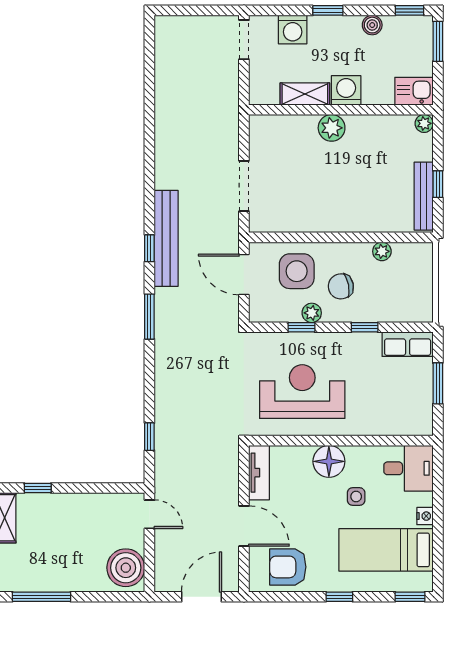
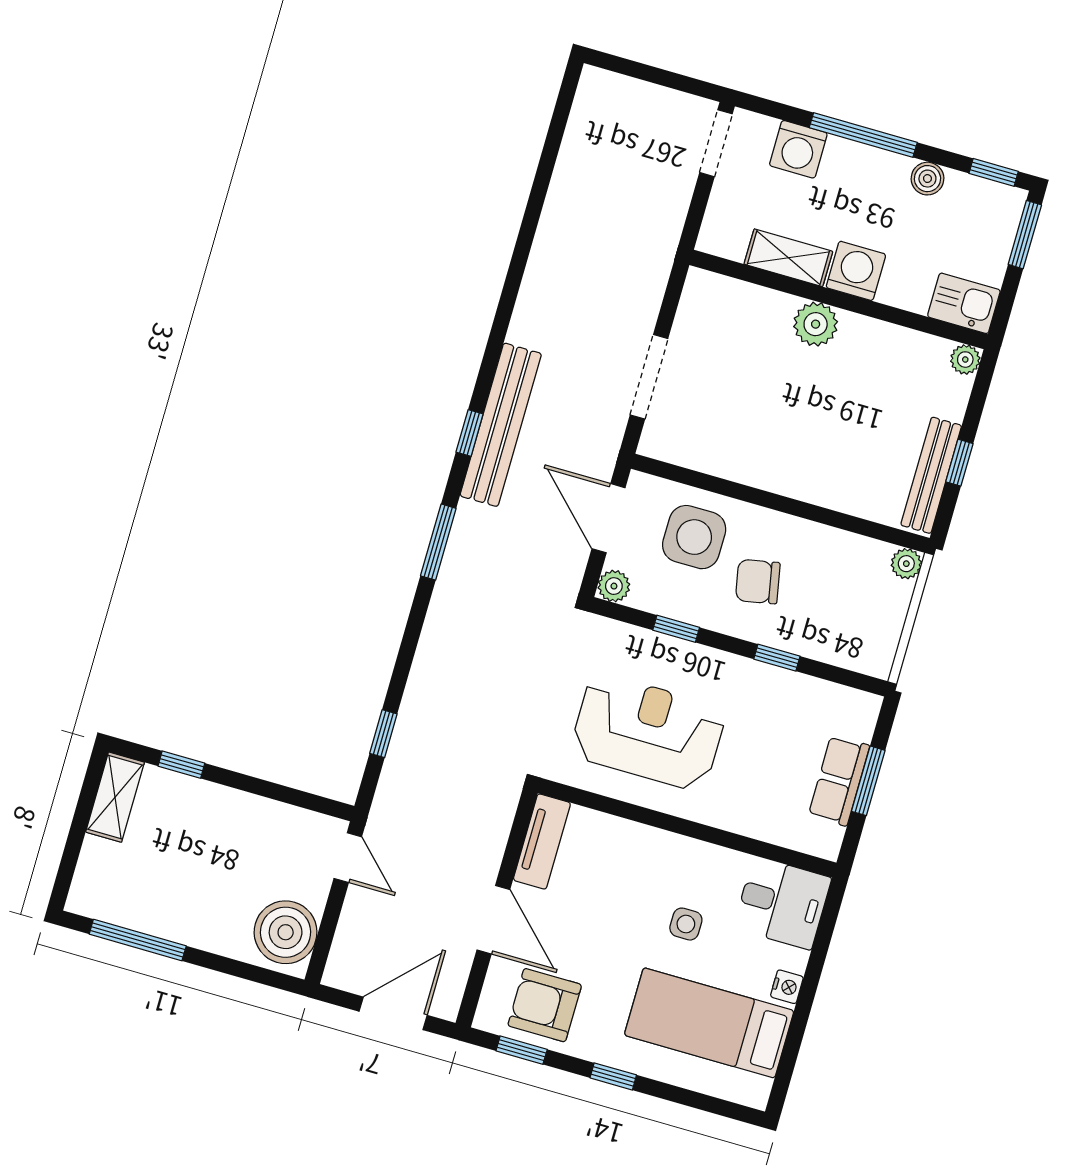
window: (328, 10) -> (863, 135), width x2.17
plant: (382, 251) -> (906, 564), moved
plant: (312, 313) -> (614, 586), moved
row of seats: (408, 344) -> (839, 780), moved, turned 90
floor lamp: (329, 461) -> (659, 856), removed
window: (410, 597) -> (522, 1050), moved

